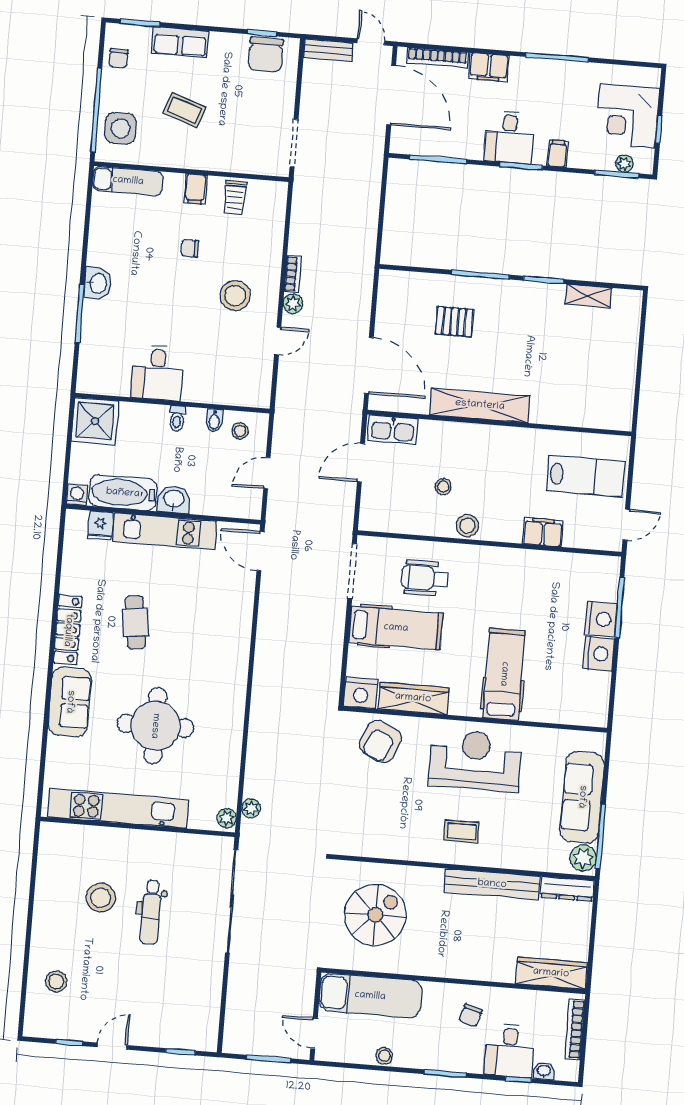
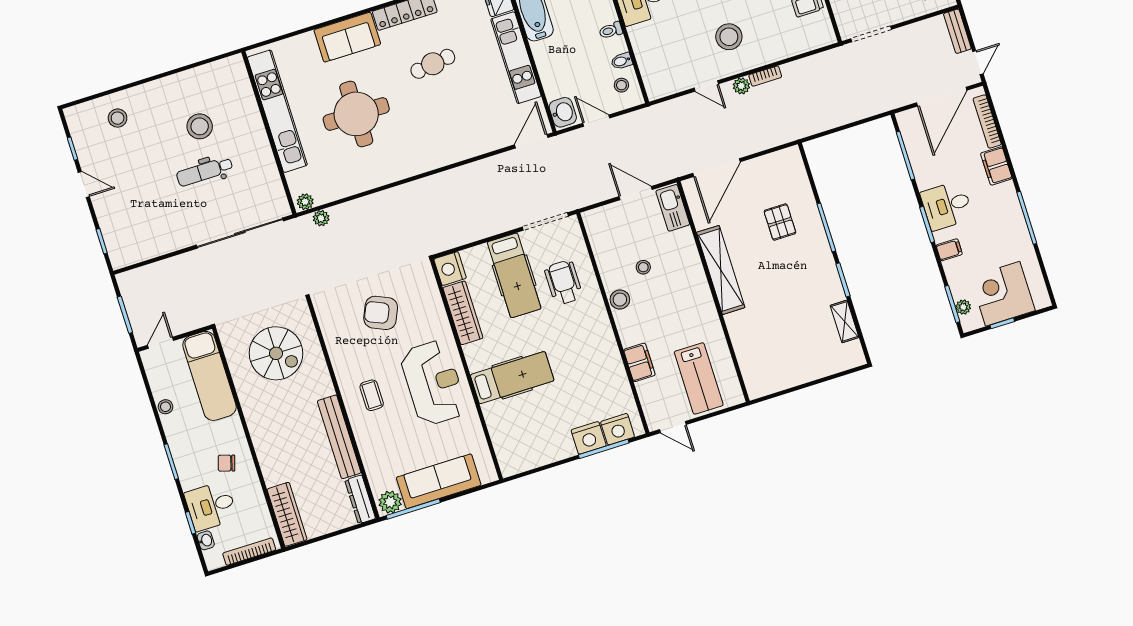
washbasin: (174, 499) -> (563, 112), moved
nightstand: (599, 654) -> (618, 429), moved
armchair: (381, 742) -> (381, 313), moved

